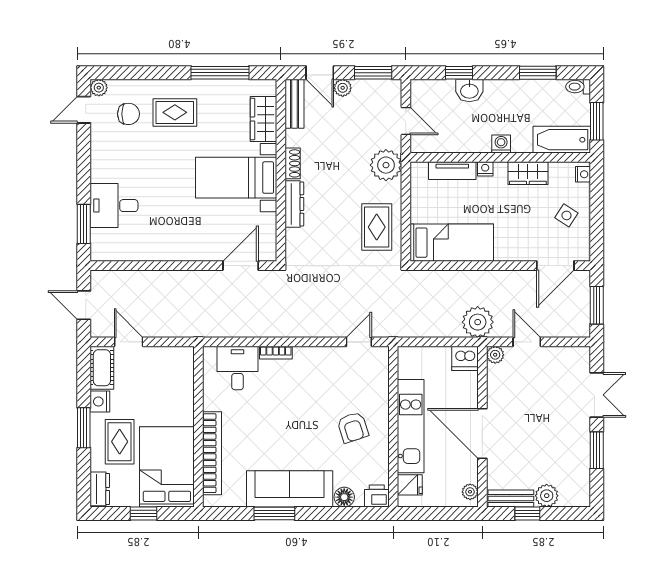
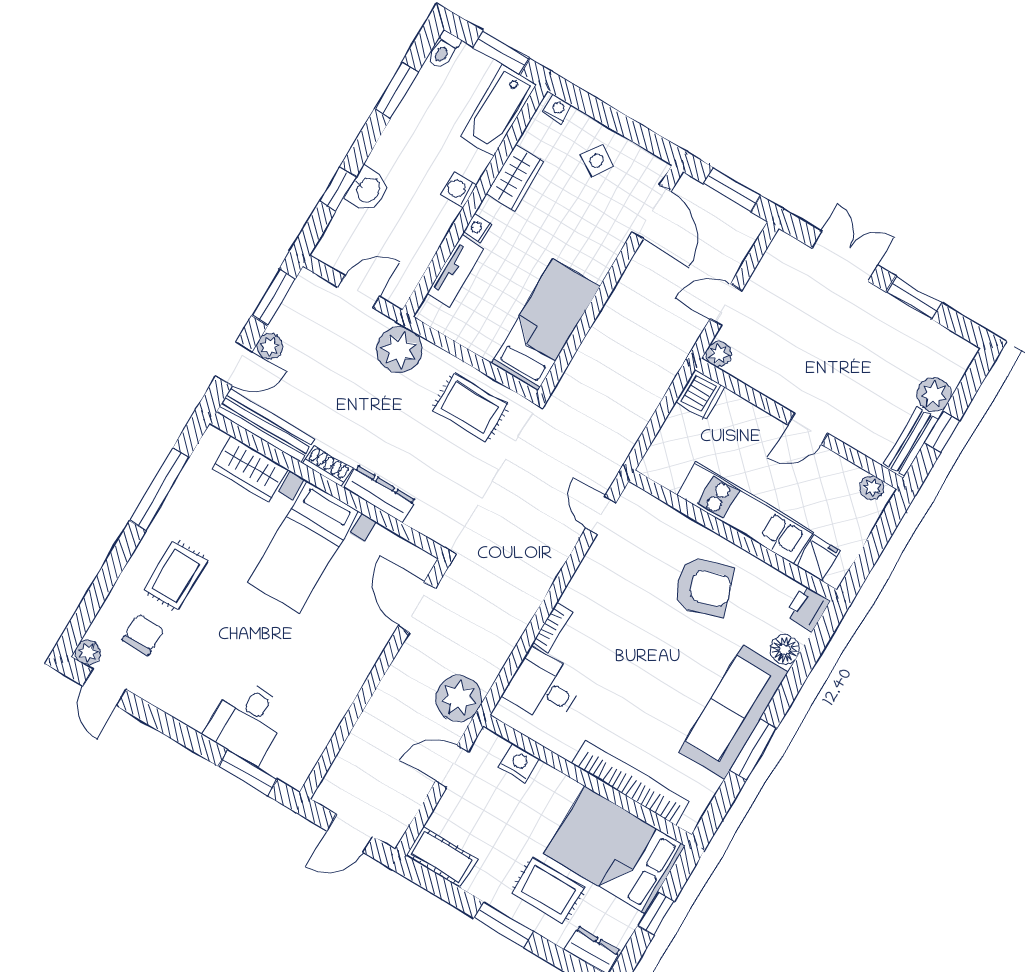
bench: (295, 104) -> (265, 425), width x1.36
plant: (478, 322) -> (459, 698), moved
door: (129, 342) -> (452, 766), moved
nightstand: (100, 402) -> (519, 763), moved, turned 180
armchair: (353, 427) -> (704, 587), width x1.38, depth x1.38
door: (482, 433) -> (808, 429), width x0.53

